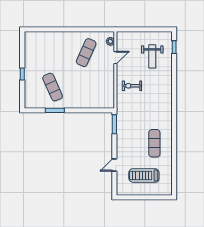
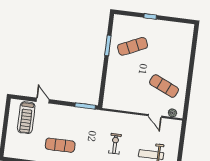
exercise bike: (132, 86) -> (115, 144), moved
treadmill: (144, 175) -> (26, 118), moved, turned 180

